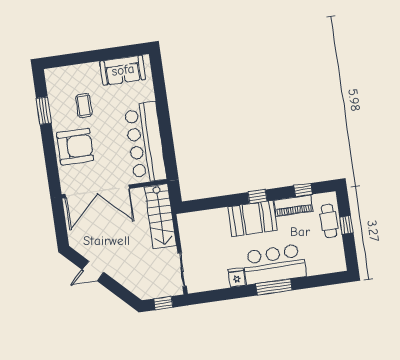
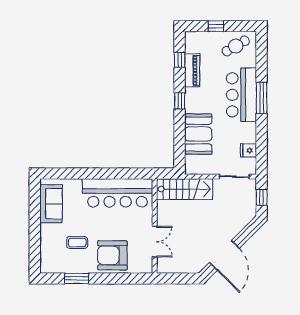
armchair: (75, 147) -> (112, 255), turned -90
double door: (97, 191) -> (155, 242), width x0.54
booth: (252, 218) -> (198, 134), moved
cafe table: (329, 221) -> (236, 46), moved, turned -30
door: (93, 271) -> (224, 255), width x1.88
fridge: (237, 278) -> (248, 150), moved

